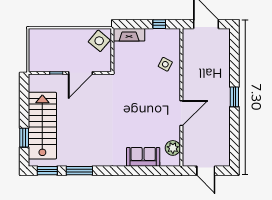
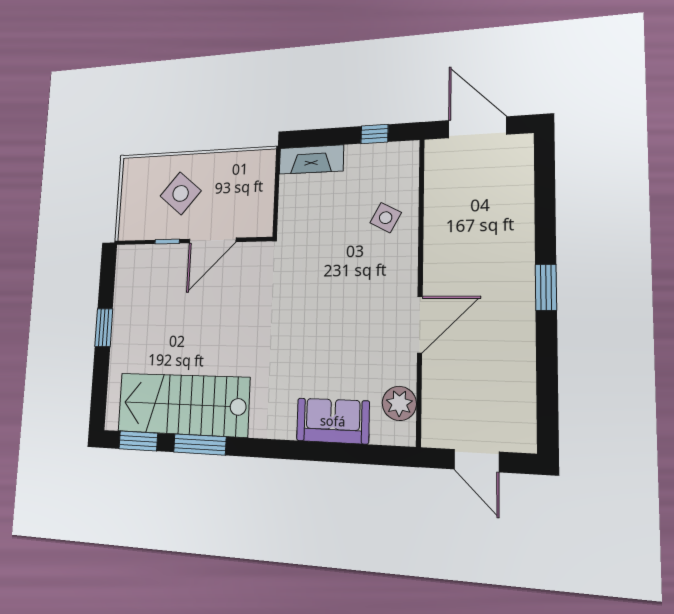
side table: (99, 41) -> (181, 193), moved
stairs: (42, 126) -> (183, 405), moved, turned -90
window: (24, 138) -> (104, 327), moved

